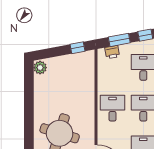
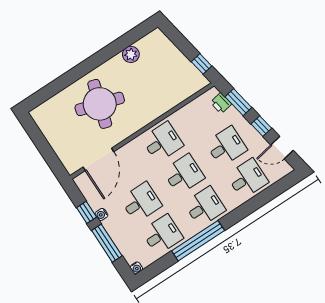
plant: (40, 68) -> (131, 54), moved

